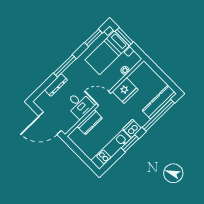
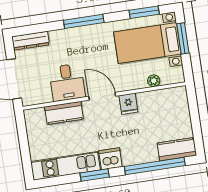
dresser: (56, 85) -> (31, 41), moved
fridge: (125, 91) -> (128, 104), width x0.53, depth x0.75
kitchen counter: (159, 102) -> (177, 149), width x0.67

